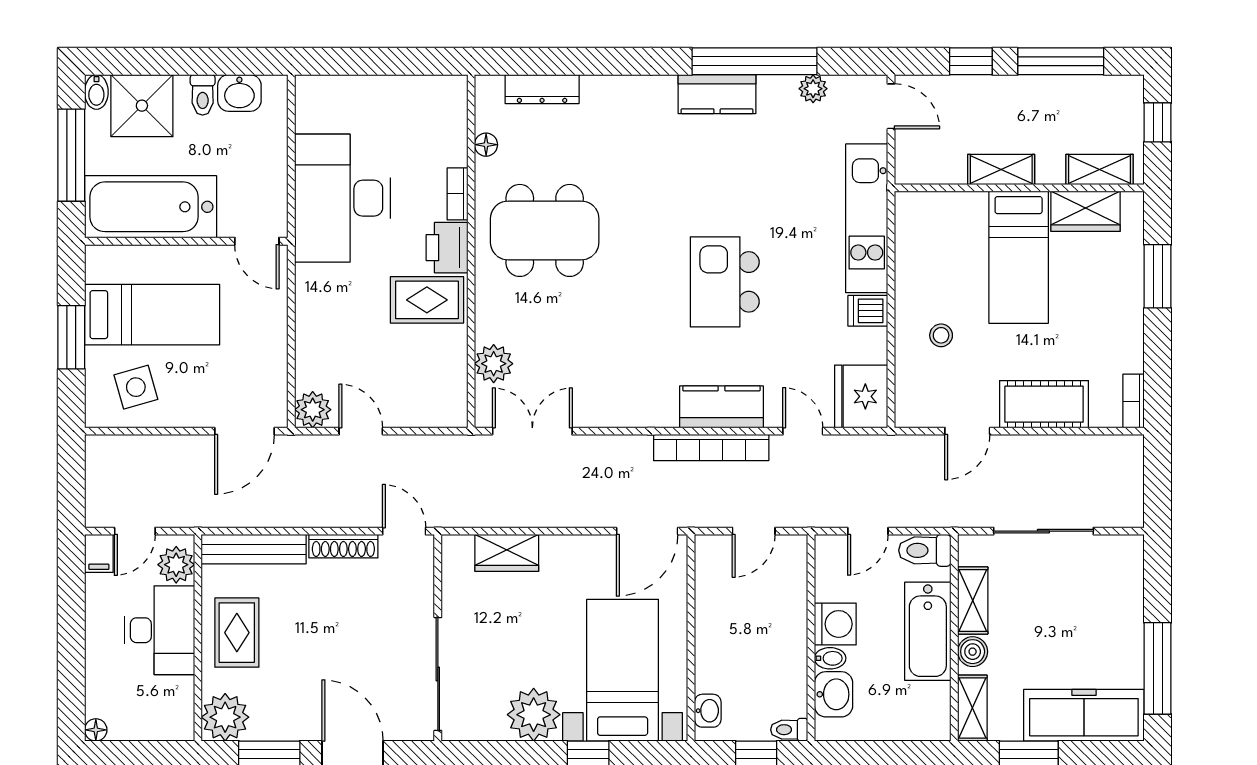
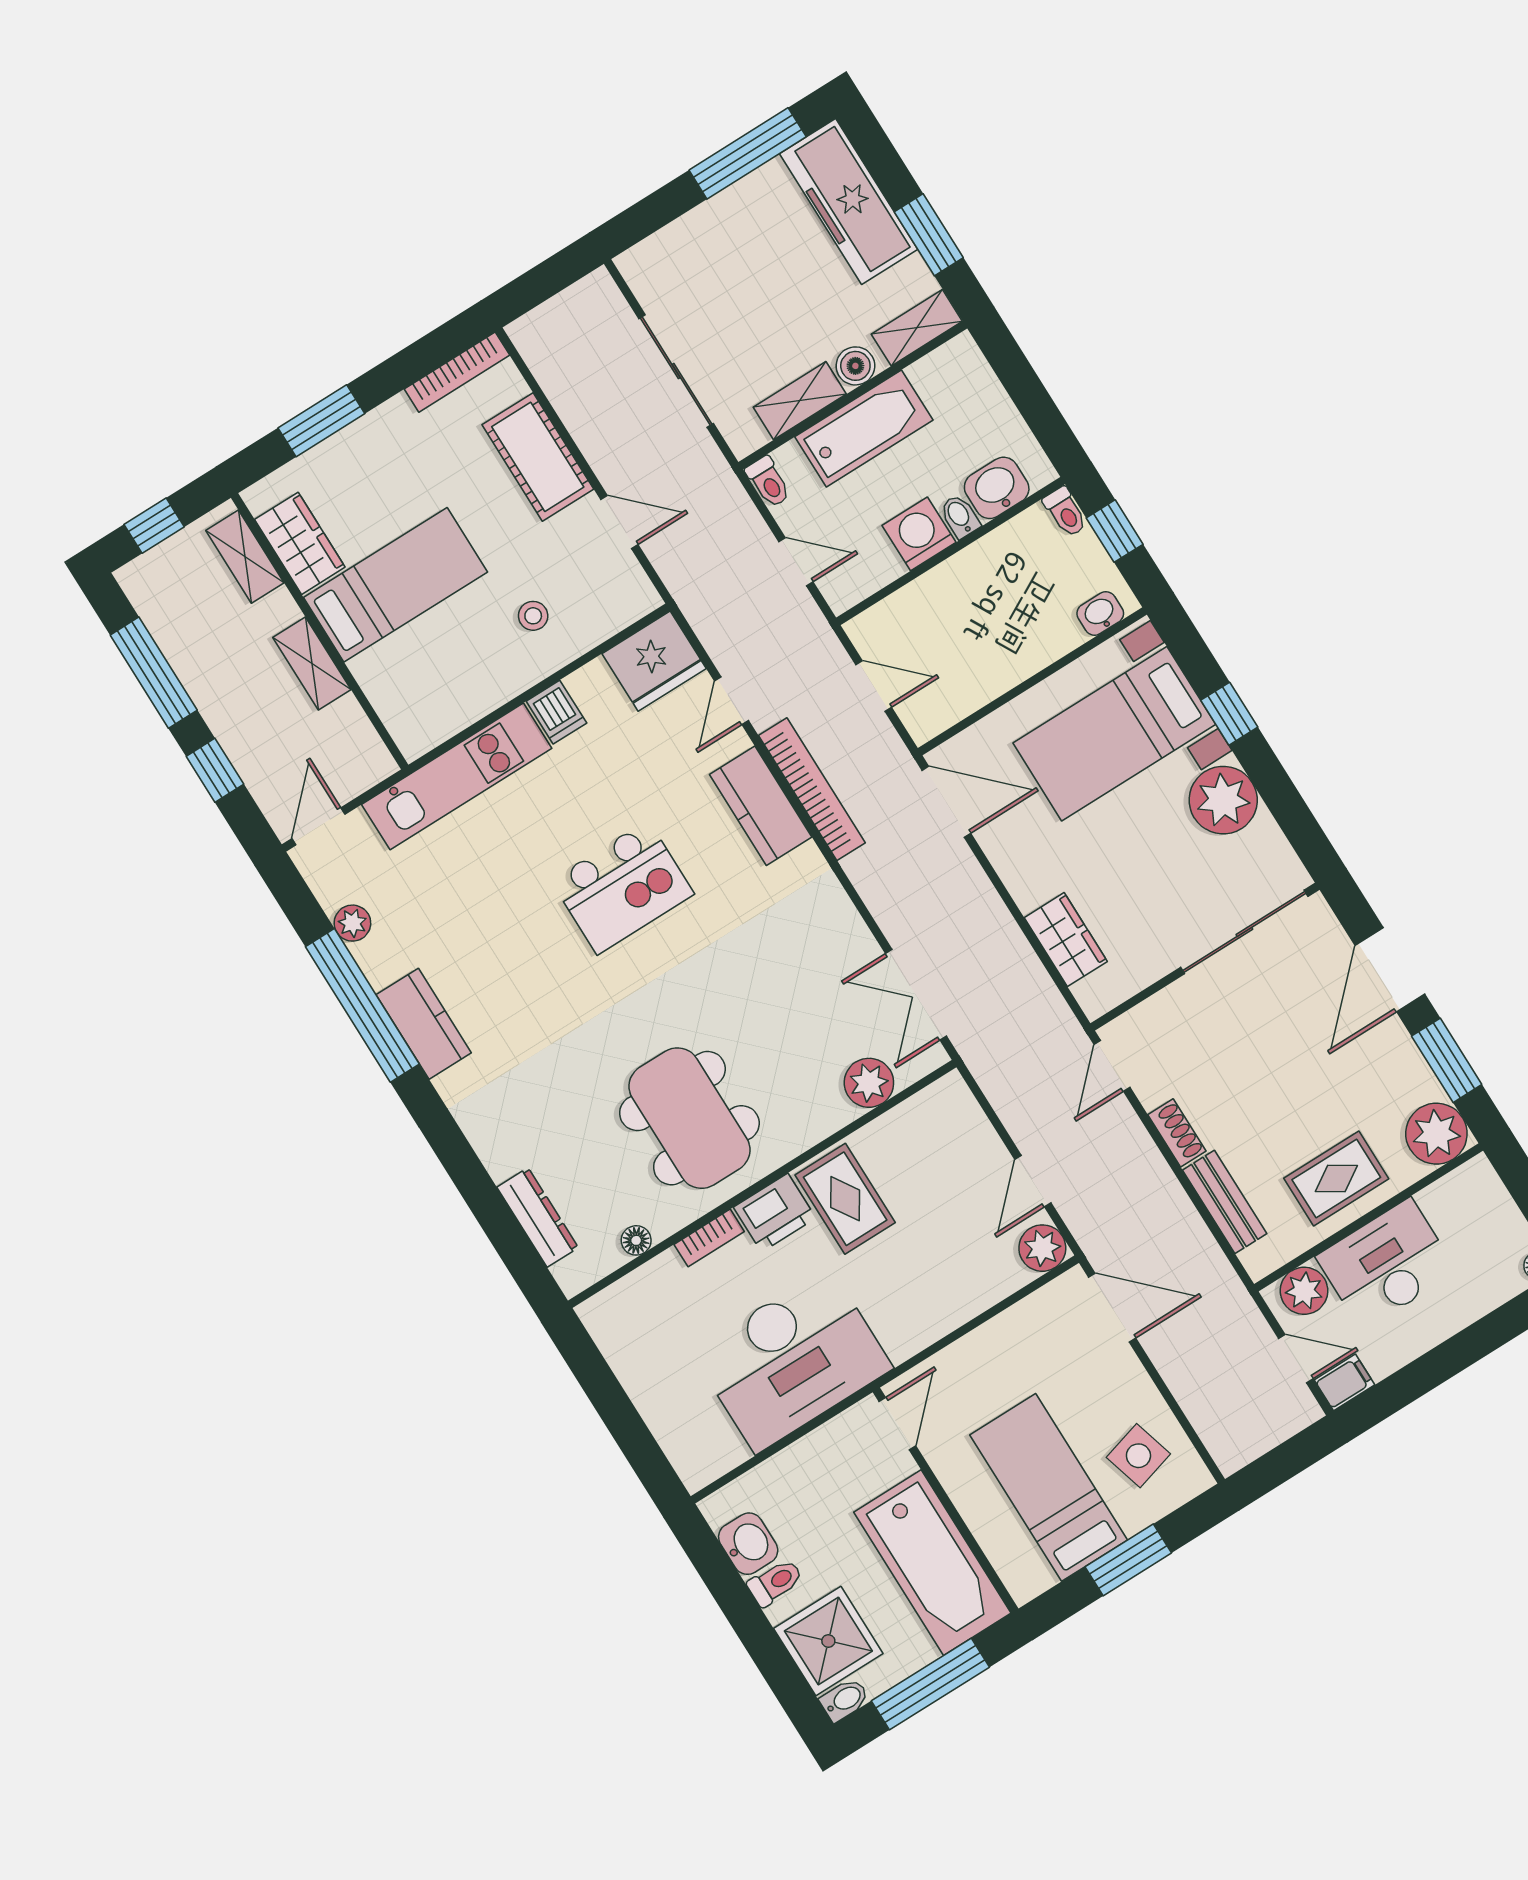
bookcase: (1134, 401) -> (457, 372), width x1.56
shoe rack: (343, 546) -> (1177, 1133), width x0.70
bench: (254, 549) -> (1225, 1202), width x0.73
toilet: (925, 550) -> (768, 482), width x0.73, depth x0.72

